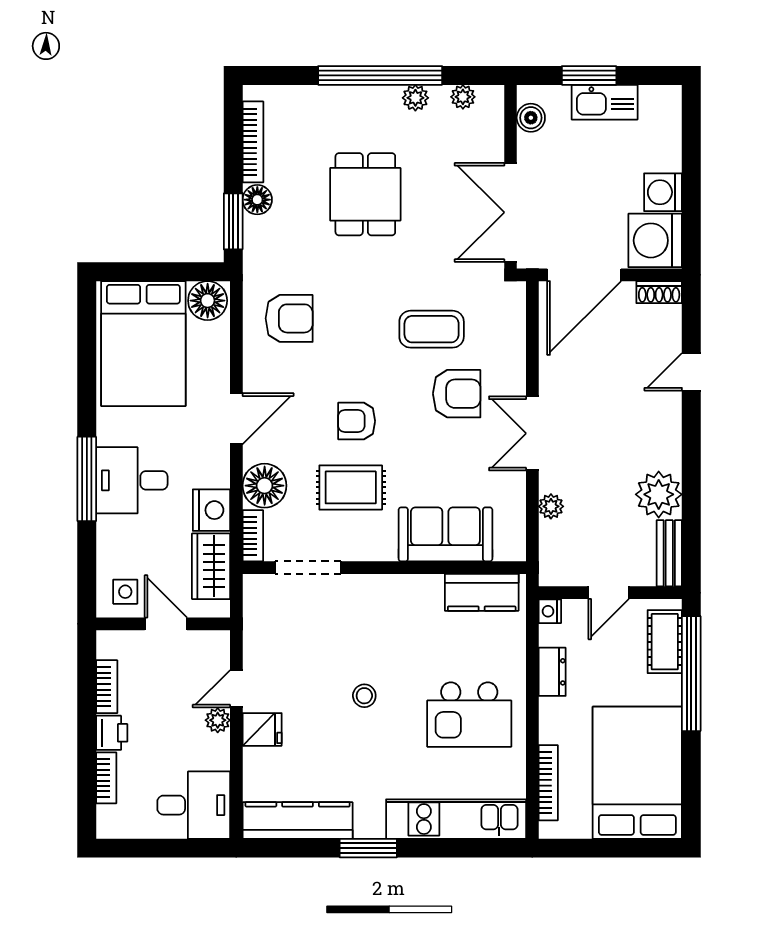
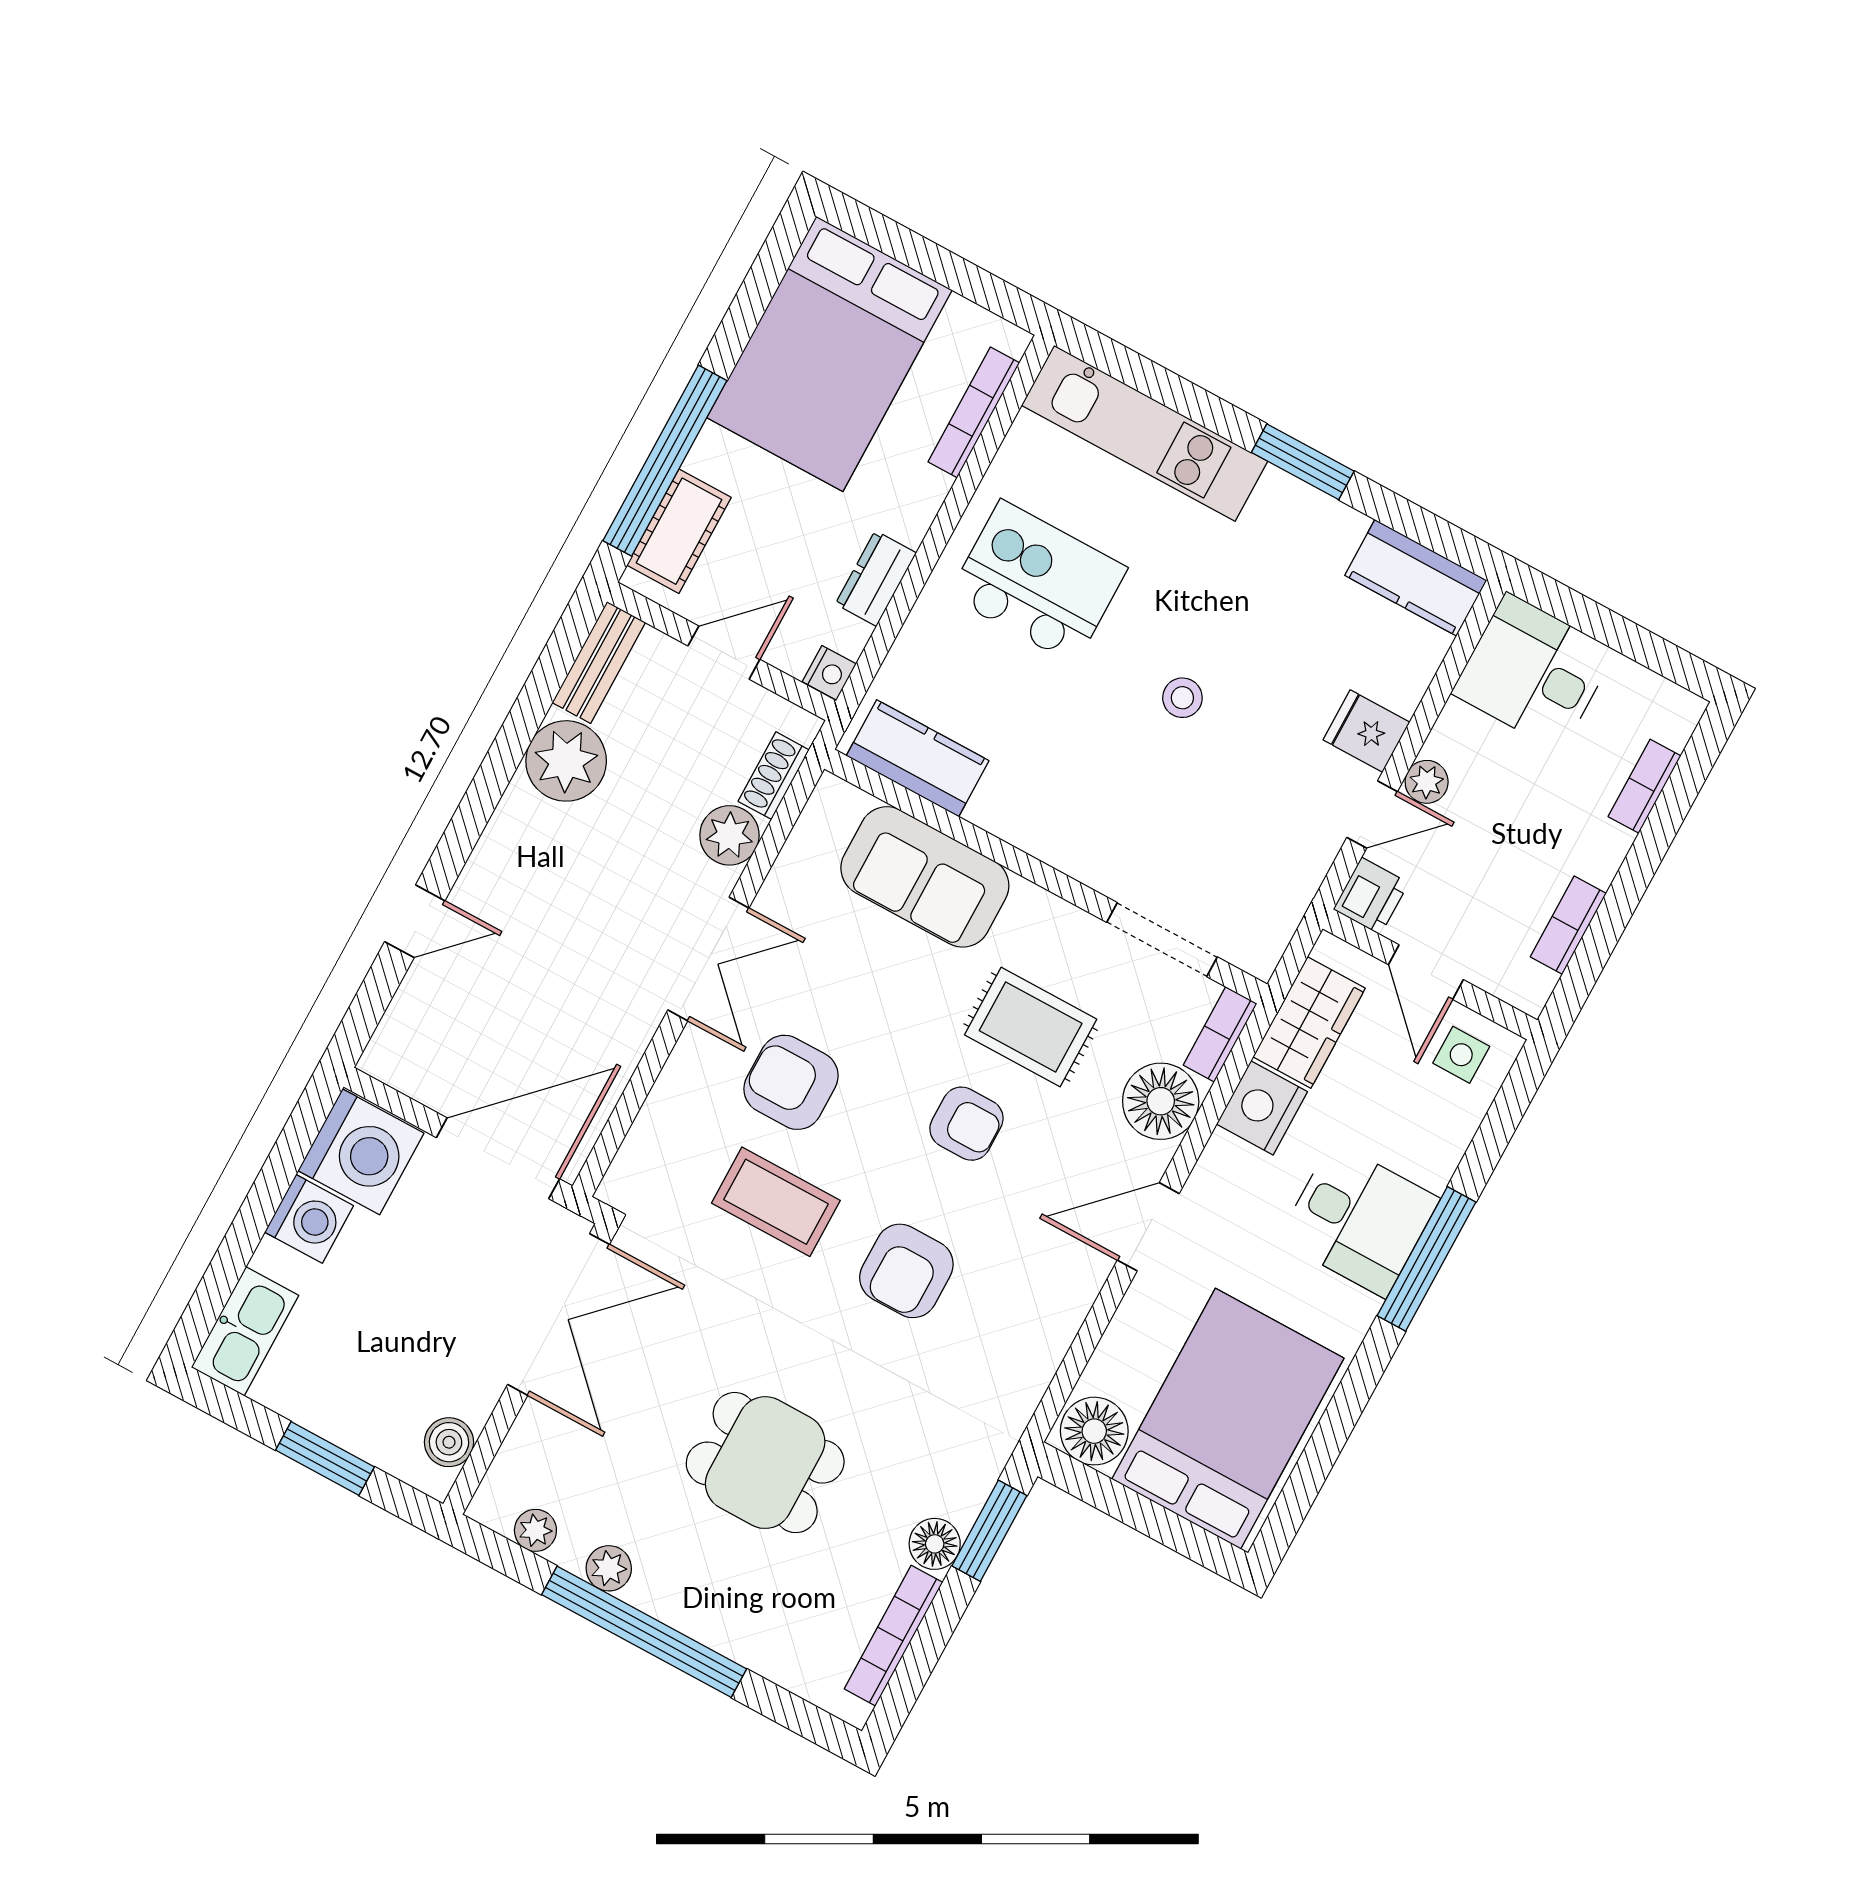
kitchen sink: (605, 102) -> (245, 1331), moved, turned 90
dining table: (365, 194) -> (765, 1463), turned 90
shoe rack: (659, 292) -> (774, 776), moved, turned -90
armchair: (289, 318) -> (906, 1271), moved, turned -90
plant: (551, 506) -> (729, 835), width x1.38, depth x1.38
printer: (112, 733) -> (1371, 896), moved, turned 180
kitchen counter: (298, 820) -> (1416, 578), width x0.67

